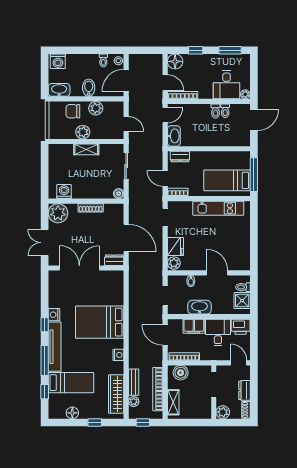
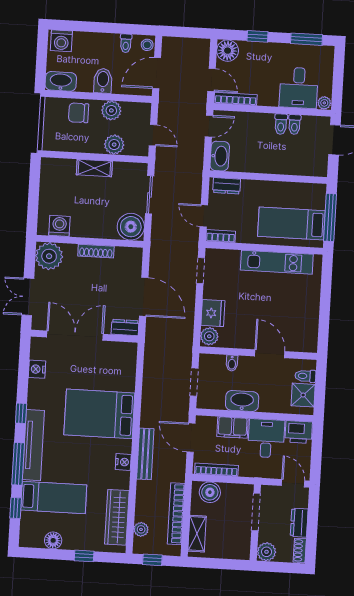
plant: (83, 132) -> (114, 145), moved
boiler: (119, 194) -> (131, 227), width x1.86, depth x1.86
nightstand: (54, 315) -> (37, 369), moved
bench: (134, 382) -> (145, 454), moved, width x1.36

